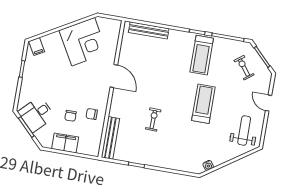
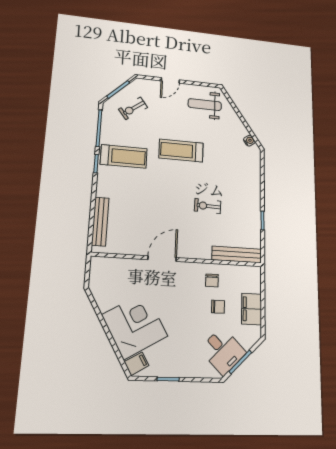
corner desk: (83, 42) -> (135, 325), moved

